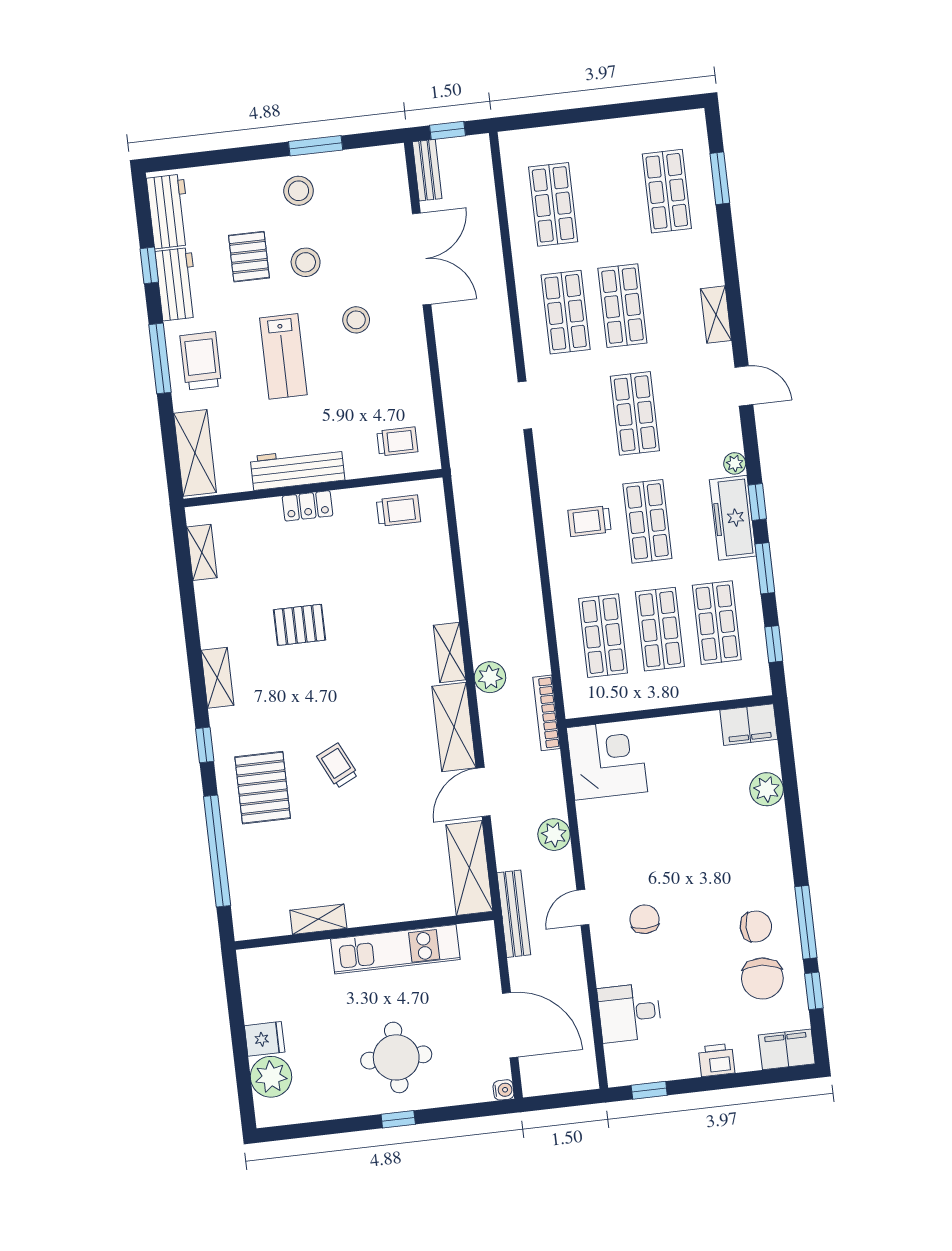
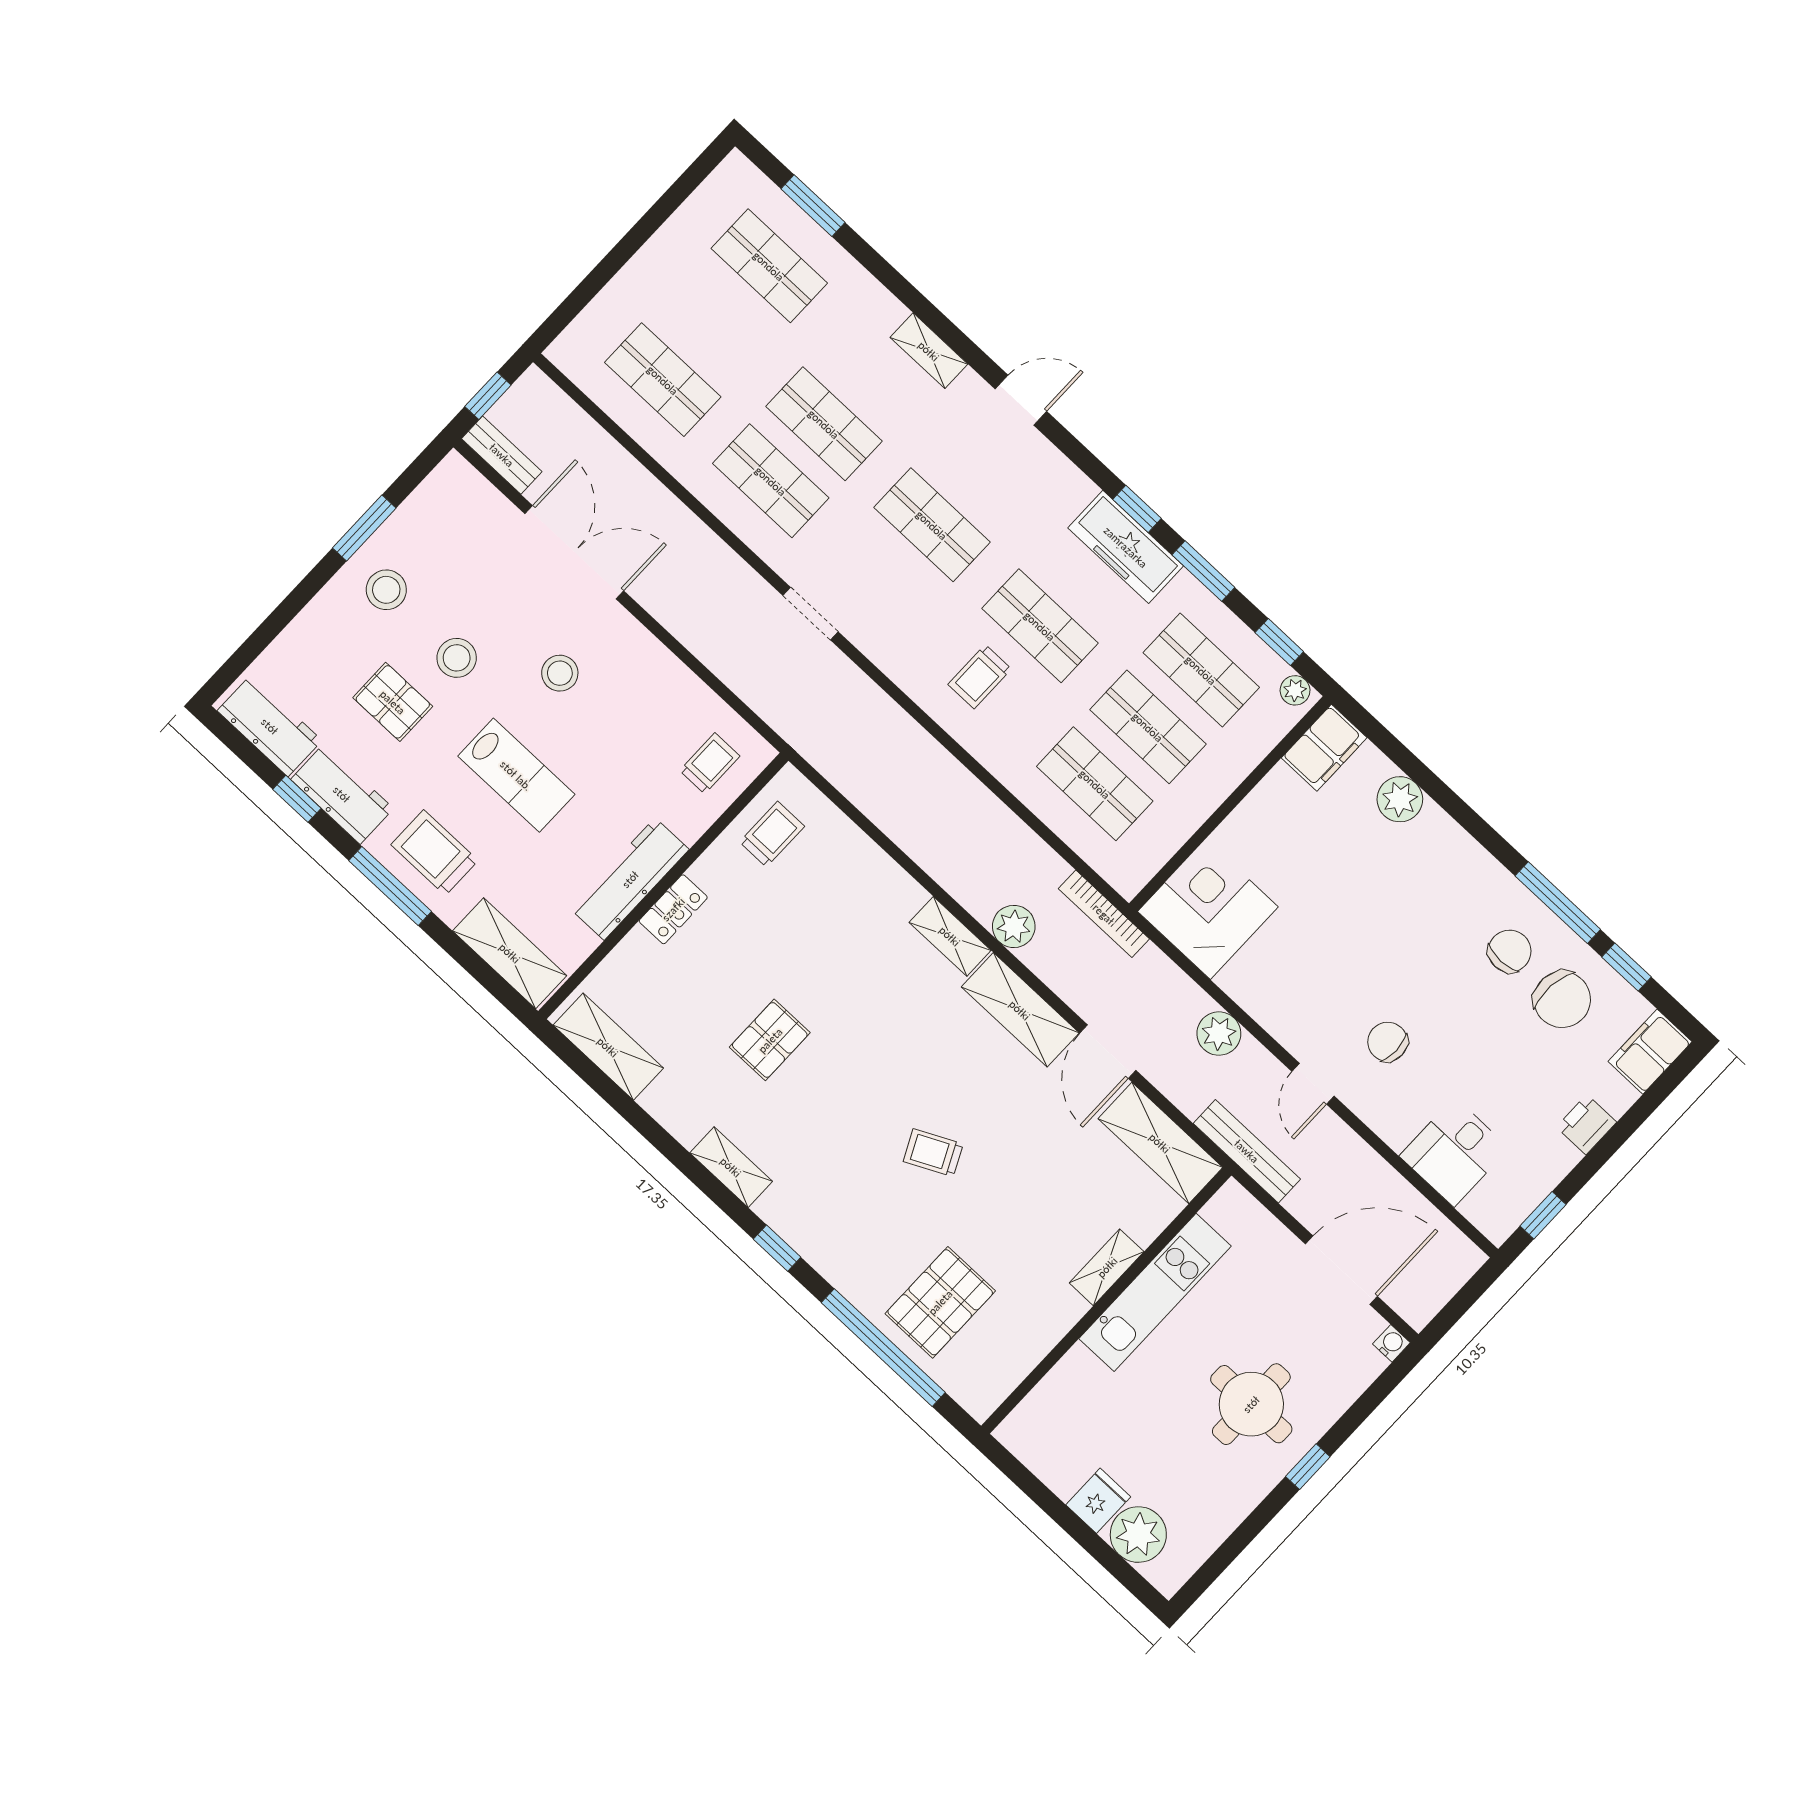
plant: (735, 463) -> (1295, 690), moved
shelving: (202, 552) -> (608, 1047), width x1.50, depth x1.33
pallet: (263, 788) -> (940, 1302), moved, turned 90
shelving: (318, 919) -> (1107, 1267), moved

